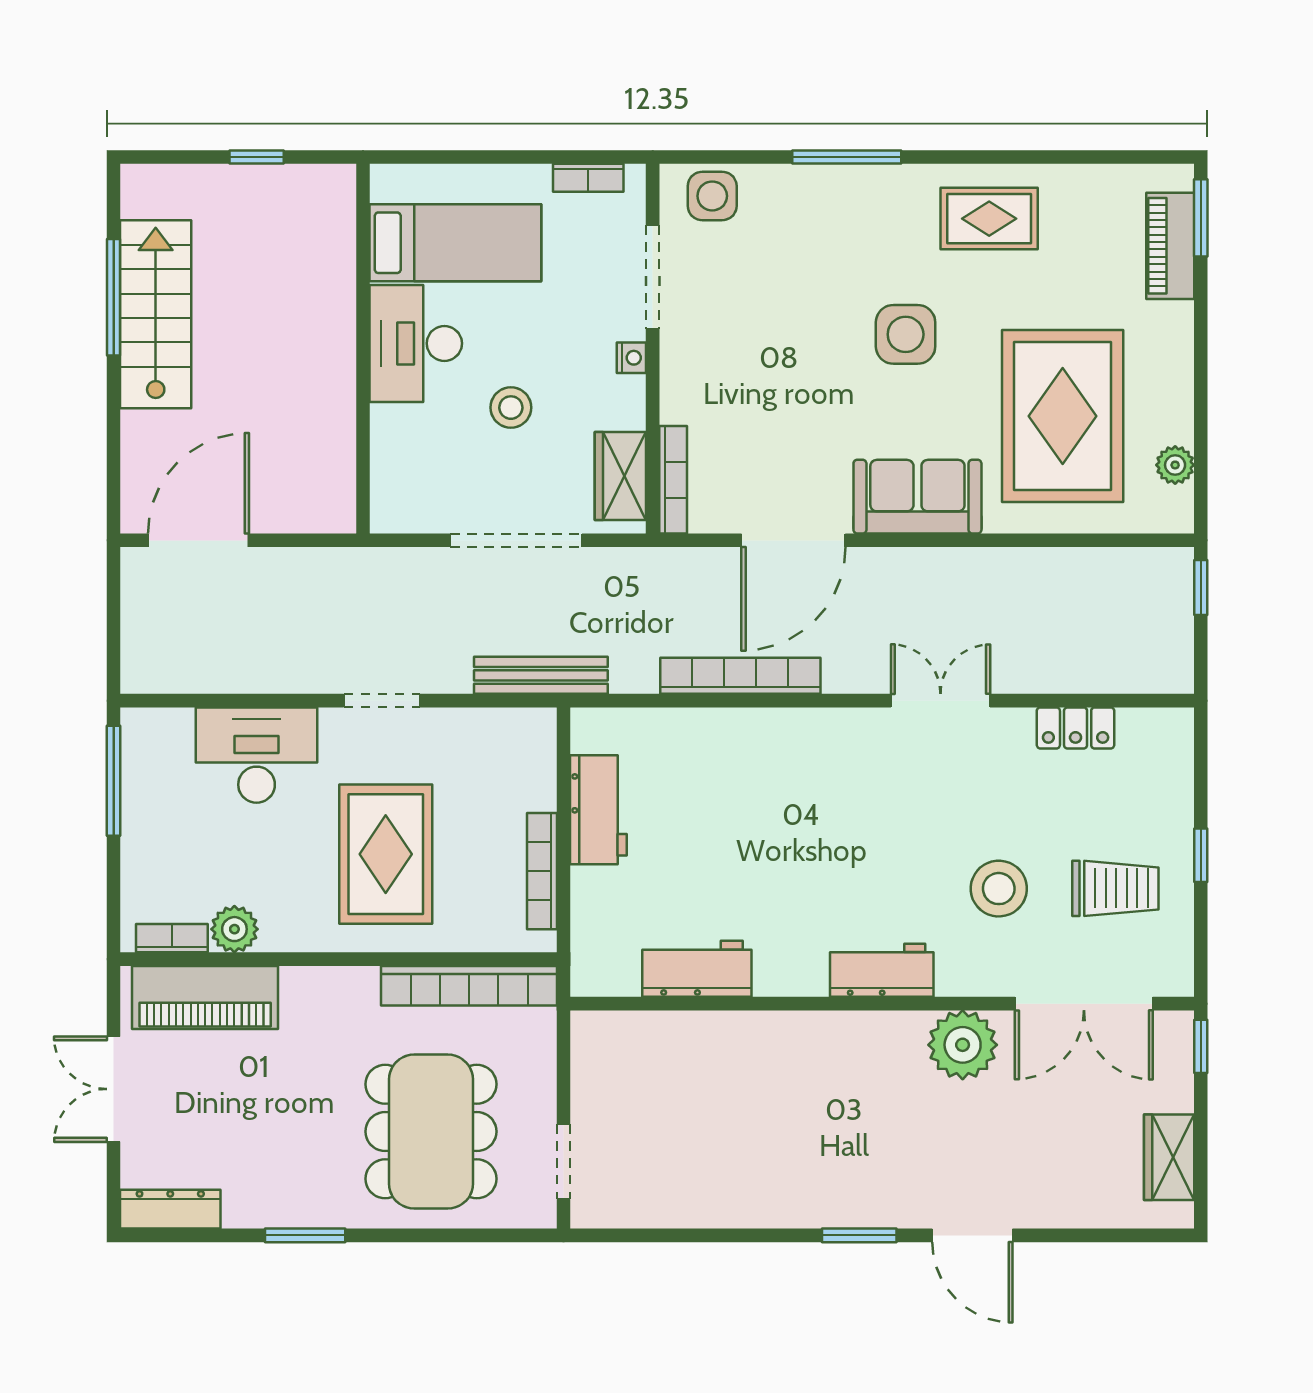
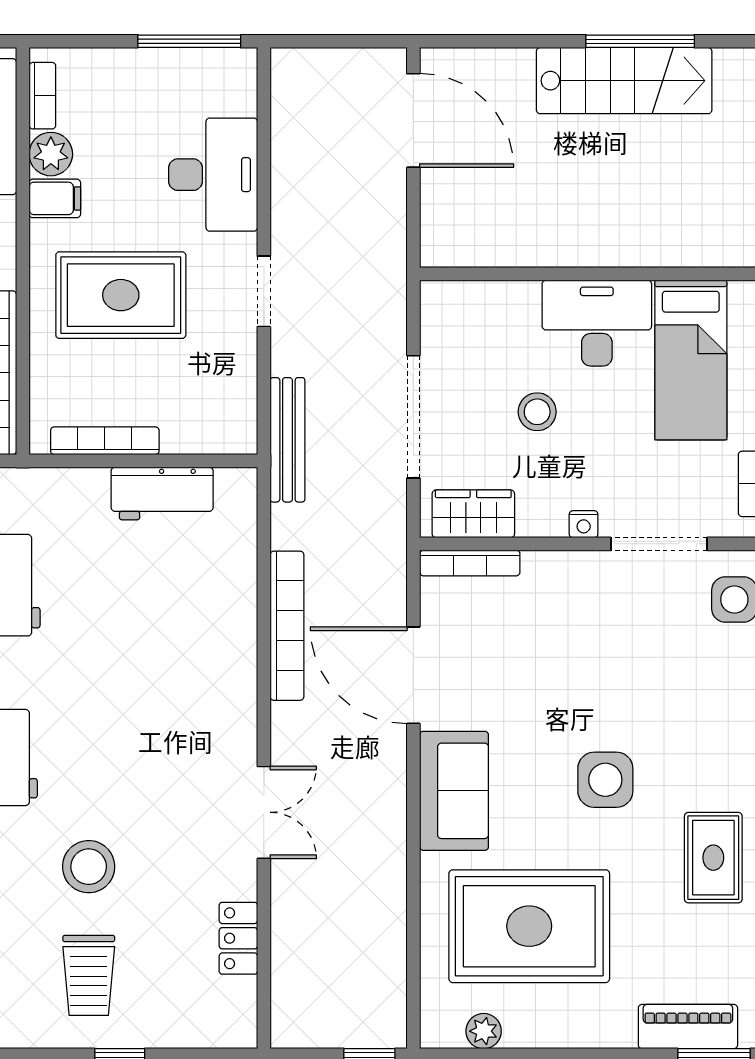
filing cabinet: (282, 925) -> (55, 198), added

